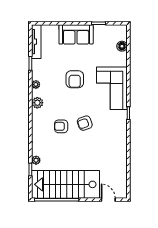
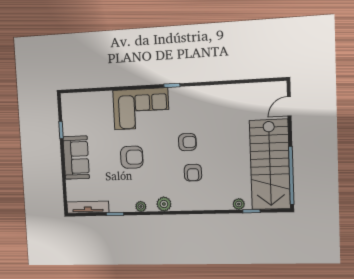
floor lamp: (122, 46) -> (87, 98), removed
armchair: (85, 123) -> (187, 142), turned -70

